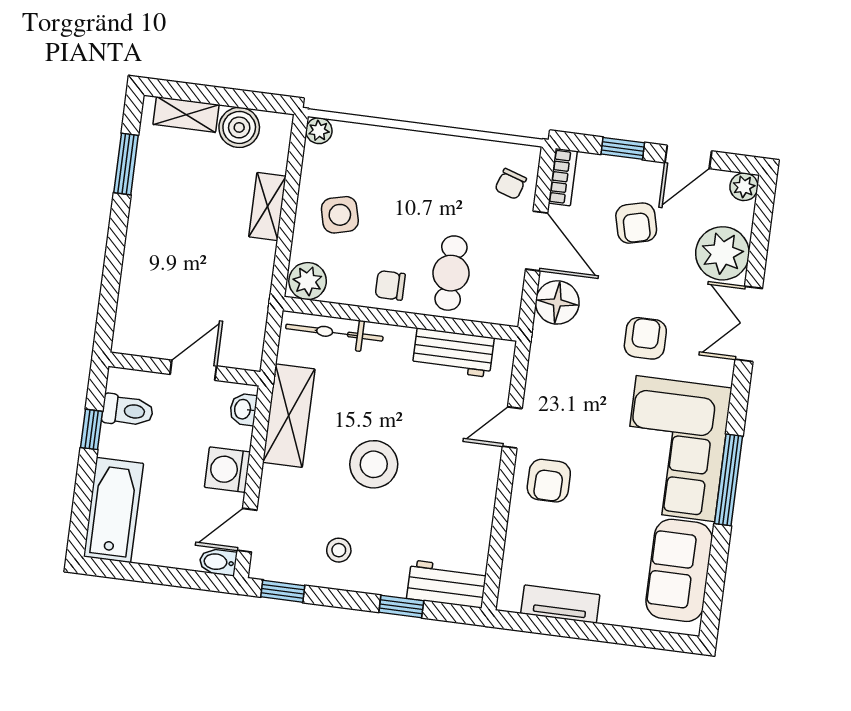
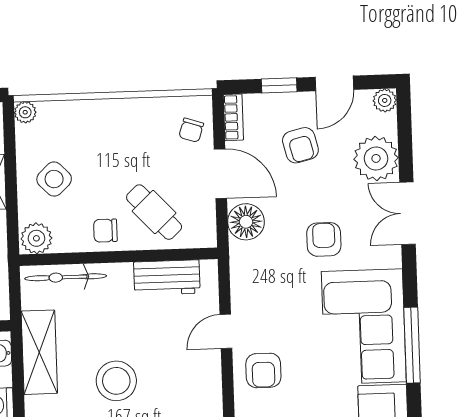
side table: (340, 215) -> (54, 179), turned -30
cafe table: (451, 273) -> (154, 212), turned -43

